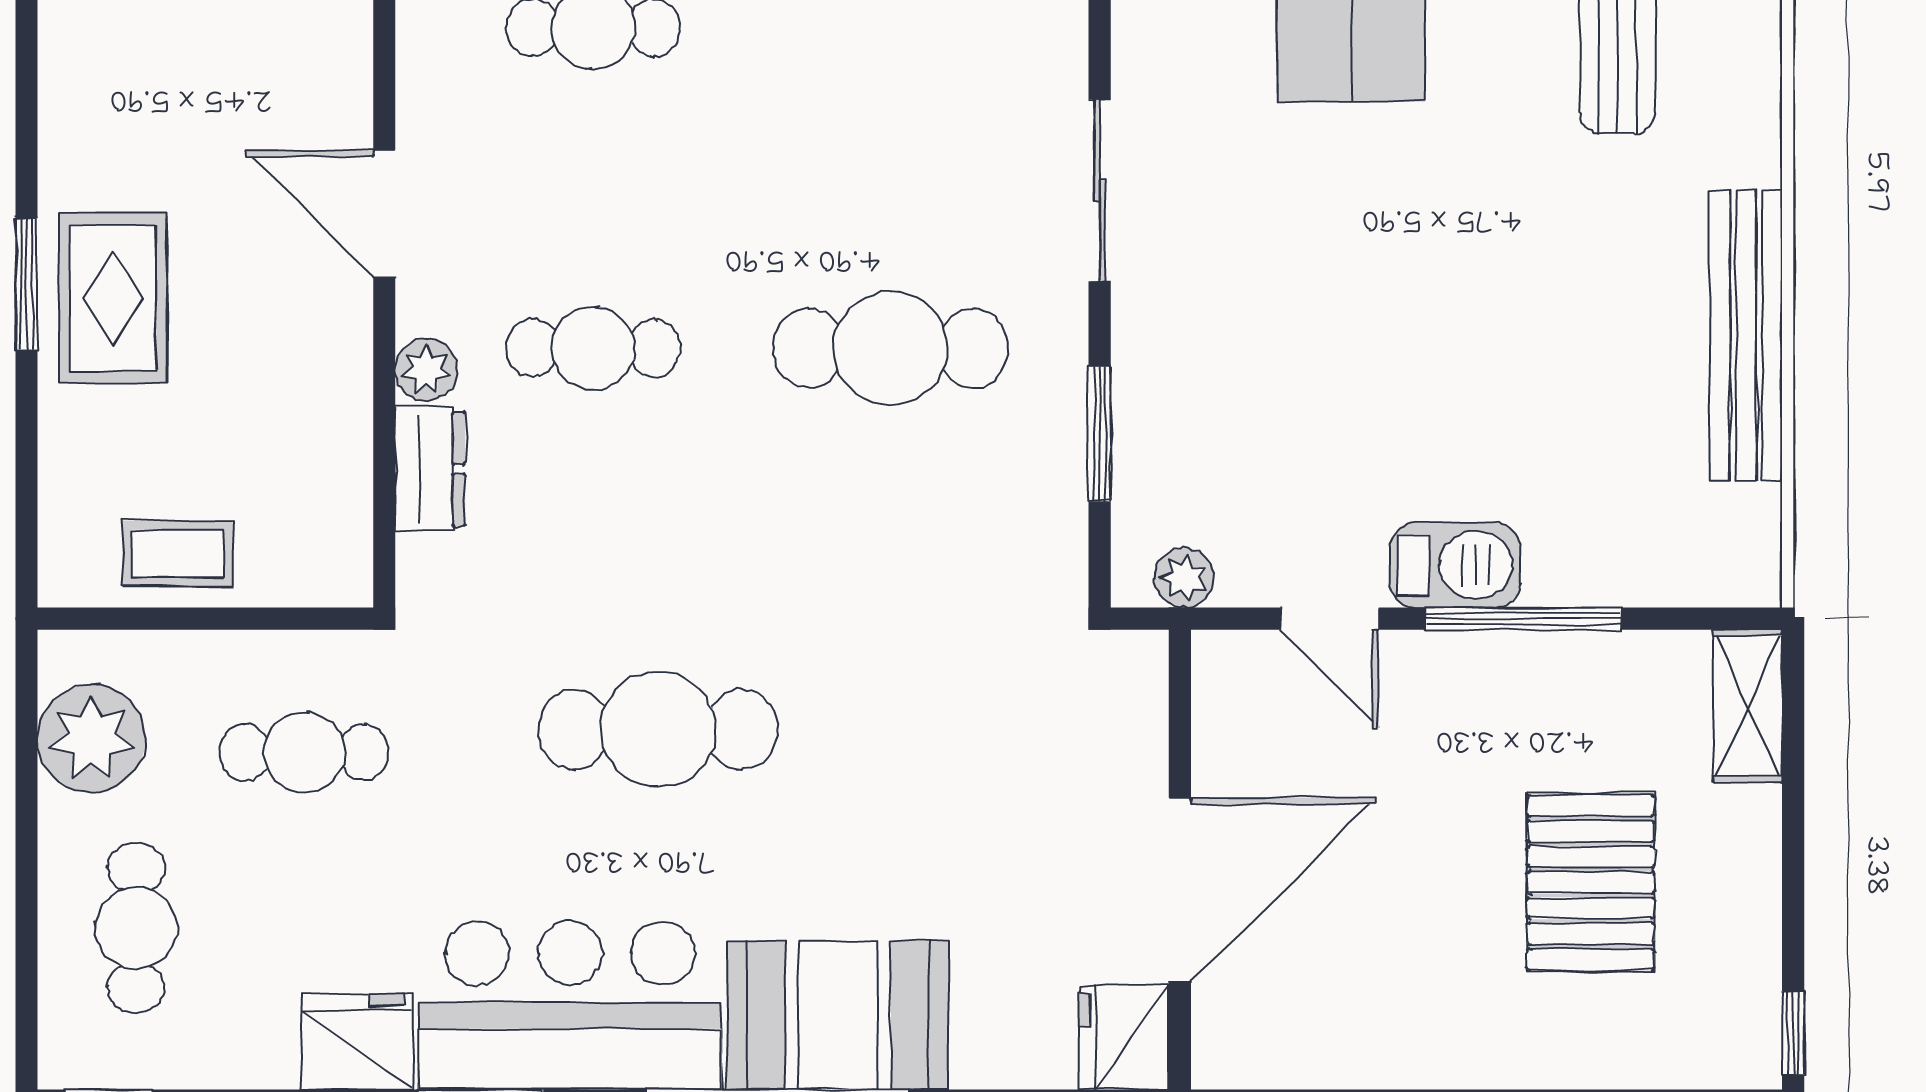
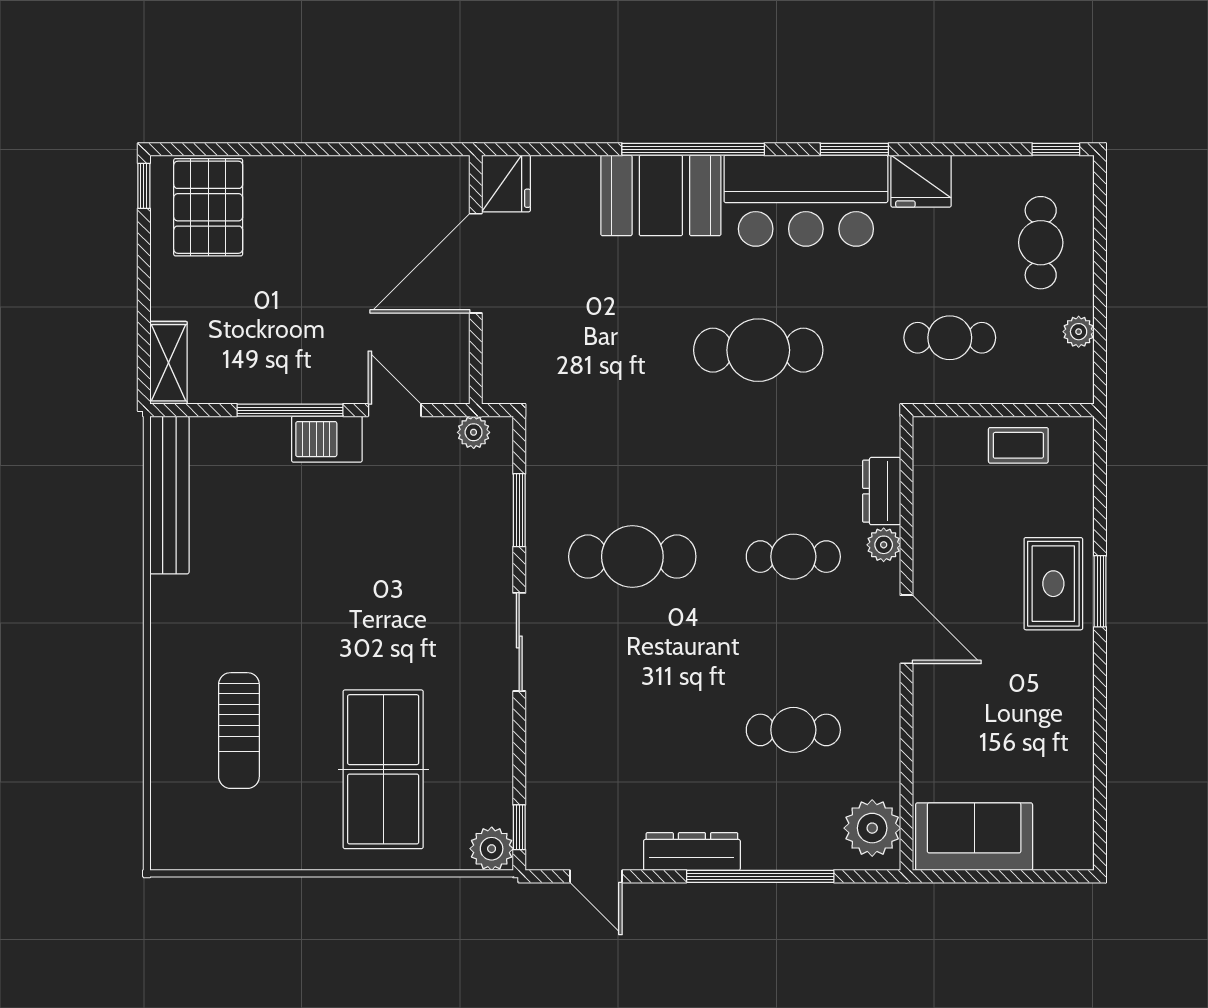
bench: (1746, 335) -> (169, 495), moved
plant: (91, 738) -> (1079, 332), width x0.53, depth x0.53
pallet: (1591, 883) -> (208, 207), moved

